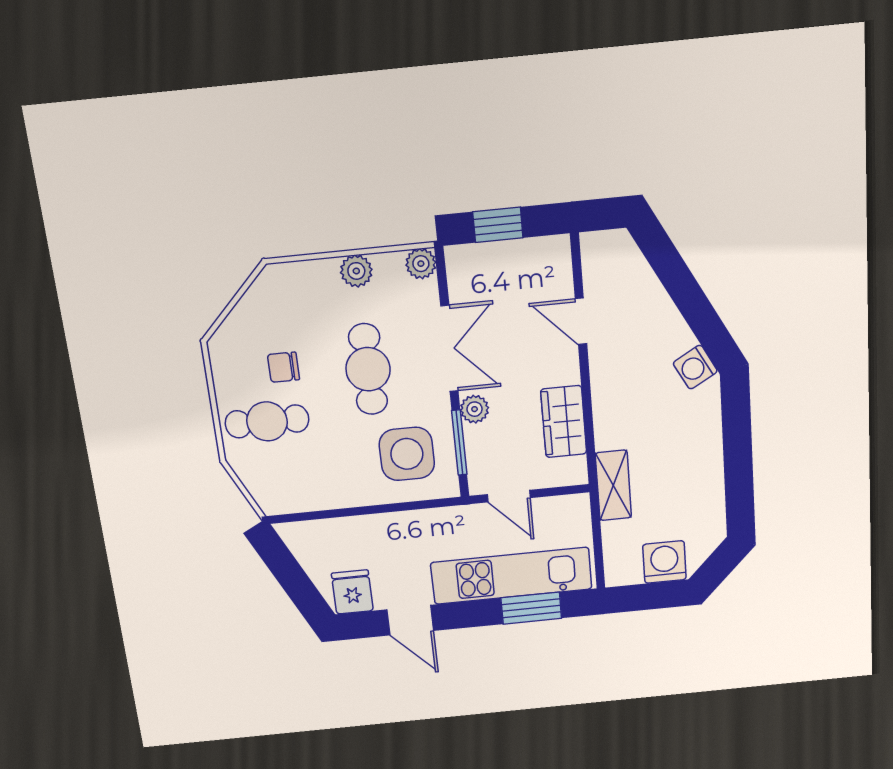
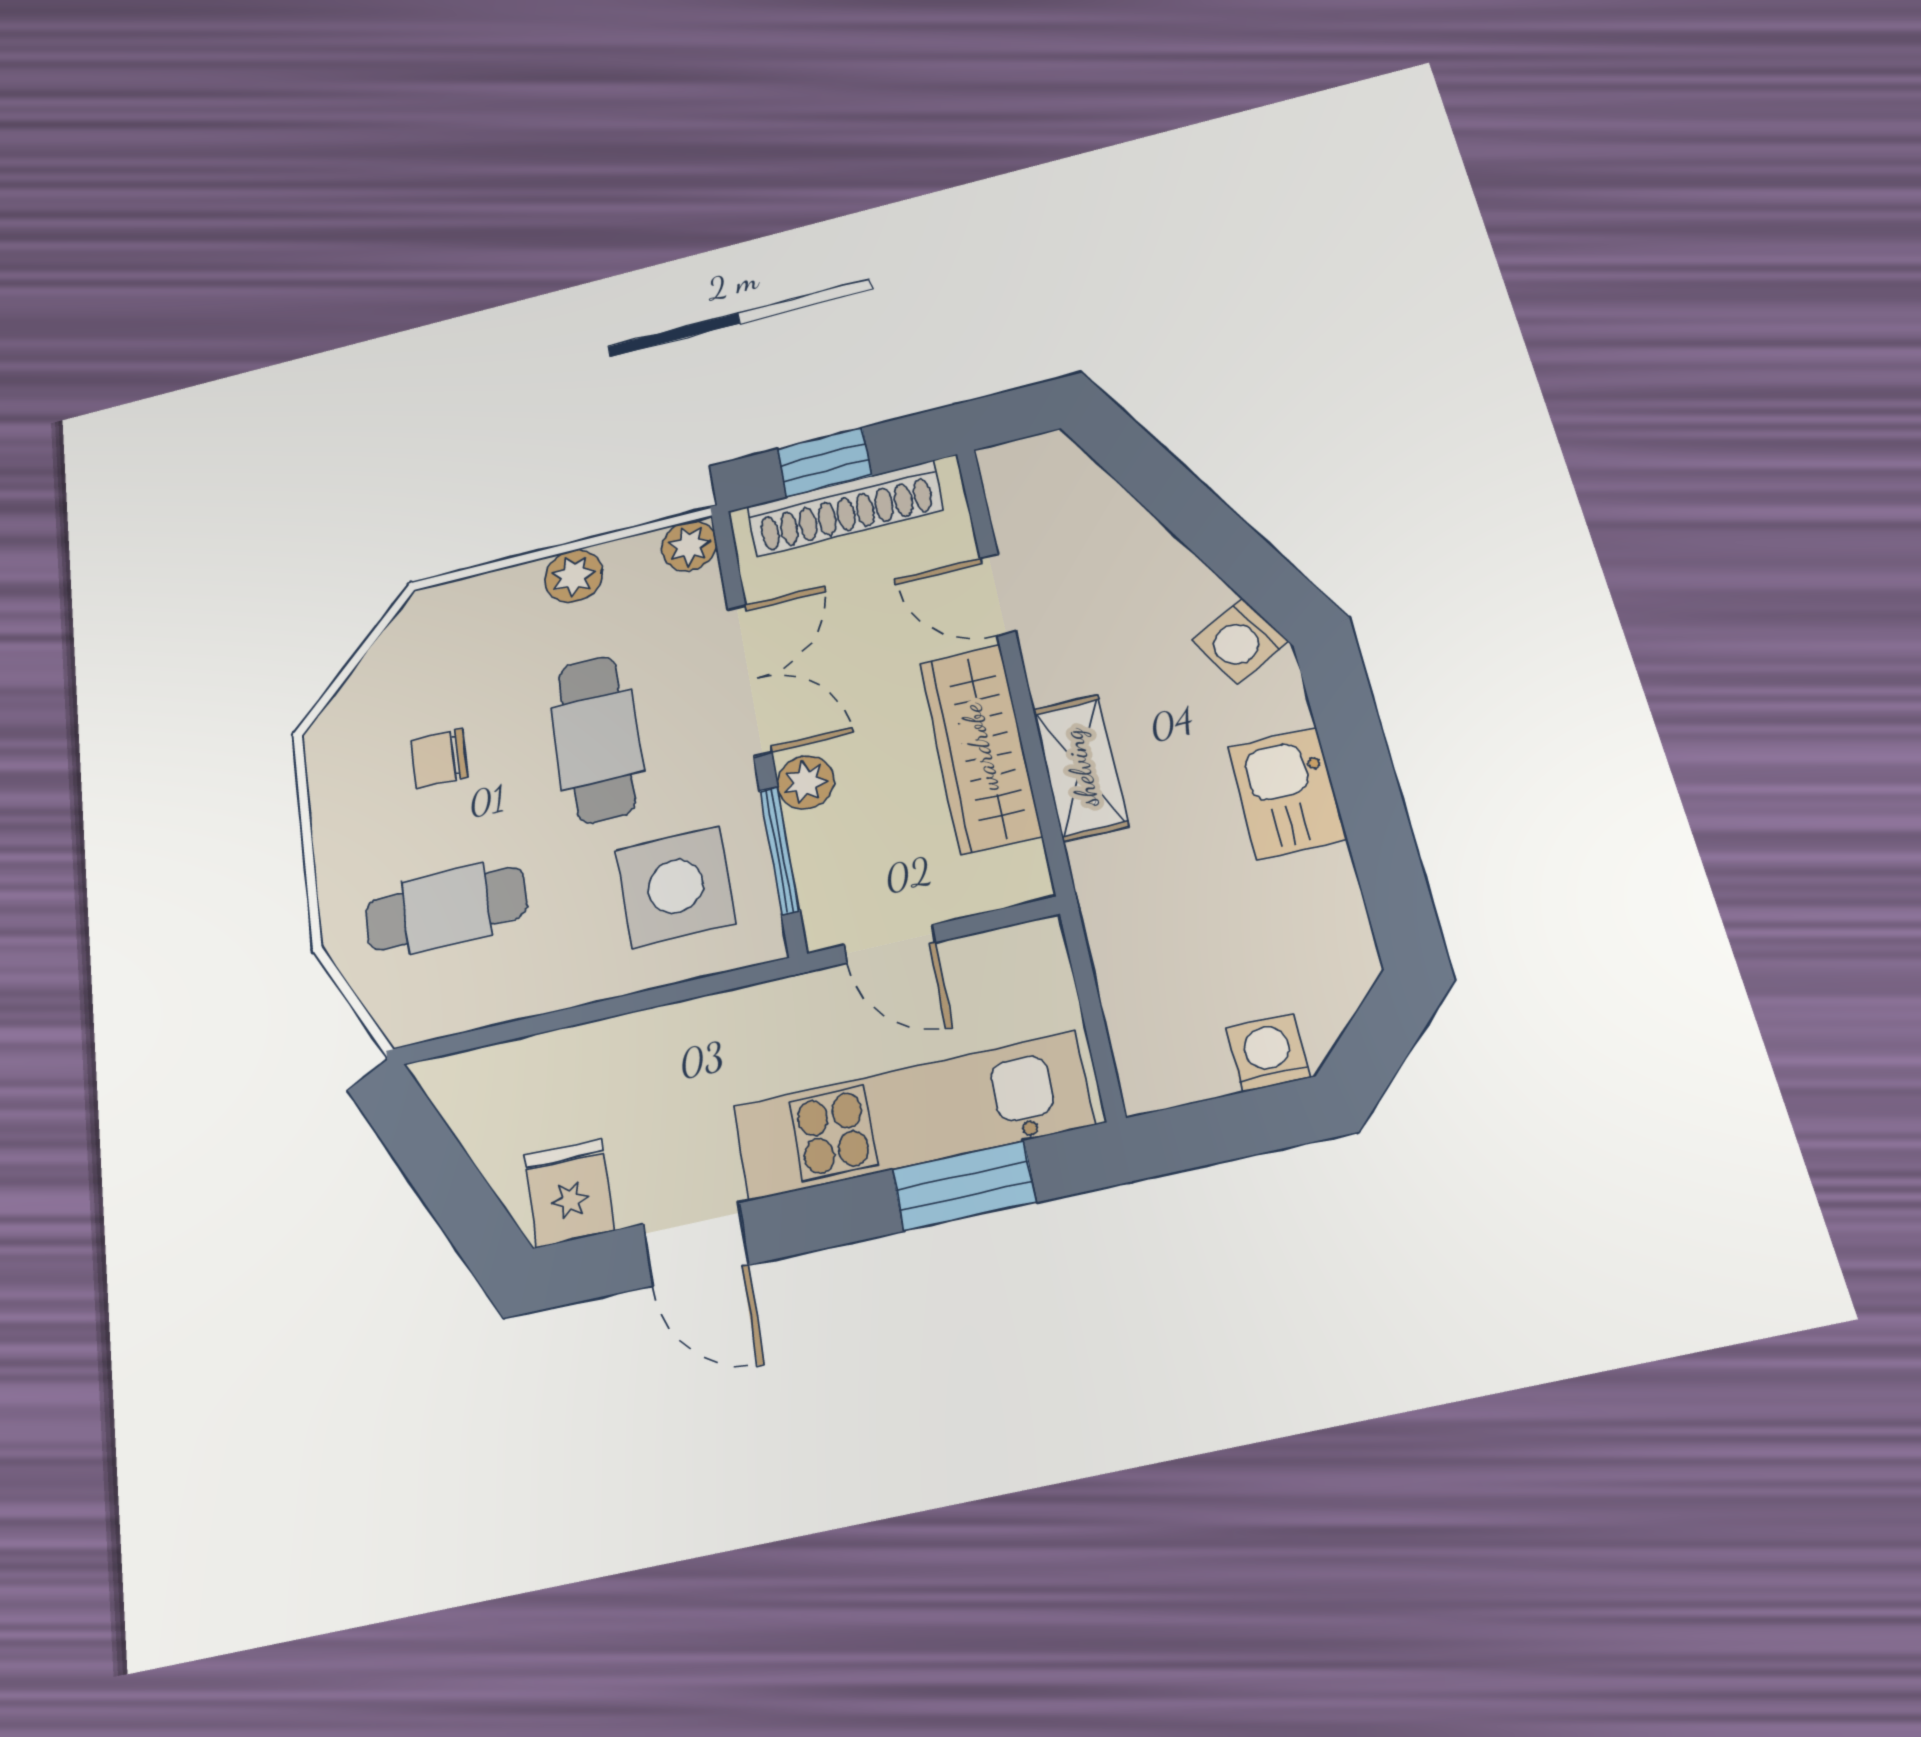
shoe rack: (507, 256) -> (845, 508), added
cafe table: (267, 421) -> (446, 909), moved
wardrobe: (564, 422) -> (980, 748), width x1.50
kitchen sink: (702, 449) -> (1287, 793), added
shelving: (613, 485) -> (1080, 768), moved
washing machine: (664, 562) -> (1268, 1053), width x0.73, depth x0.73

